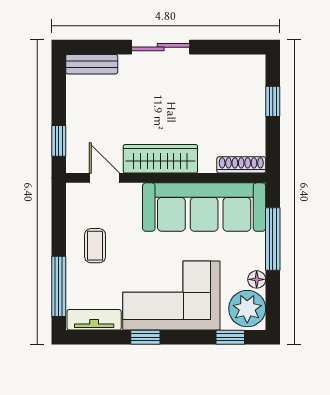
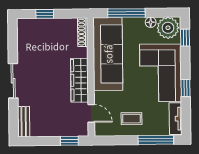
door: (104, 178) -> (91, 113), swing flipped

